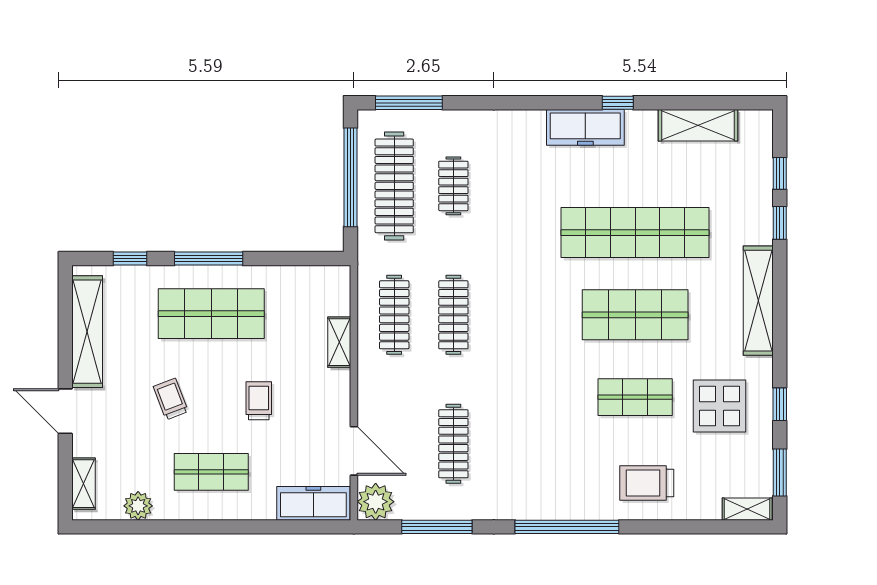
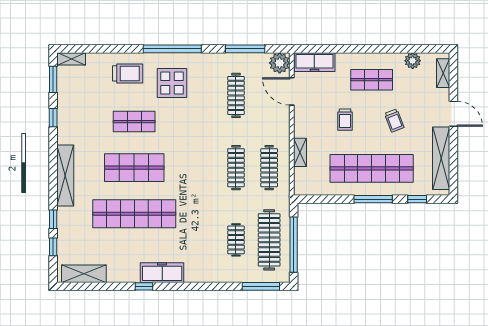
shelving: (698, 125) -> (84, 274), moved
shop shelf: (211, 314) -> (372, 168), width x1.40
display table: (720, 406) -> (172, 83), moved

